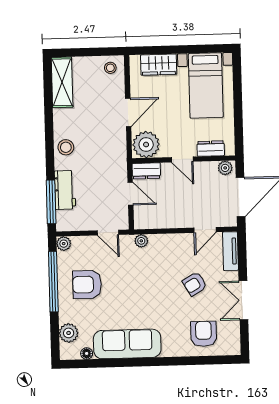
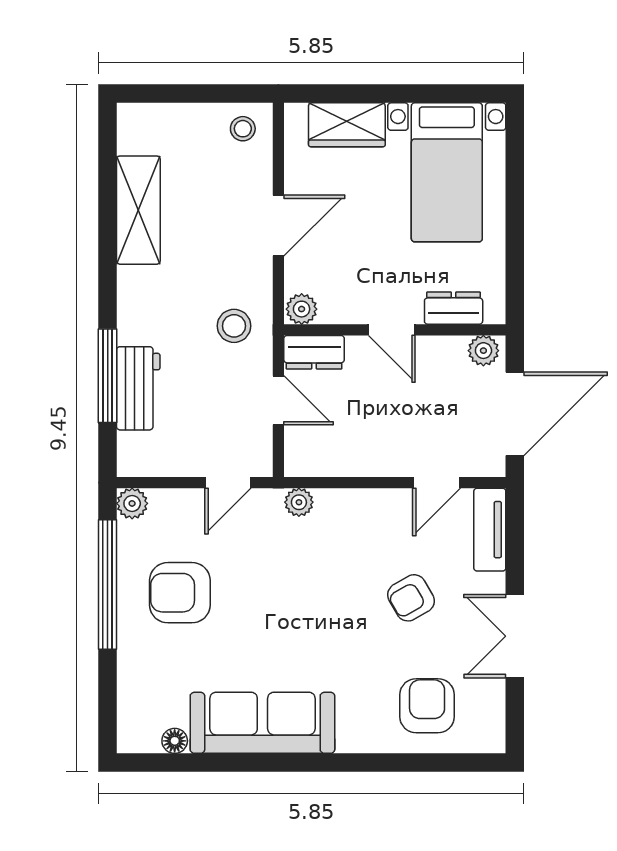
shelving: (62, 82) -> (138, 210), moved
plant: (146, 145) -> (302, 309), width x0.53, depth x0.53
stool: (66, 147) -> (234, 326), moved
window: (51, 202) -> (108, 376), moved
door: (108, 233) -> (228, 483), hinge flipped
plant: (69, 333) -> (137, 696), removed

